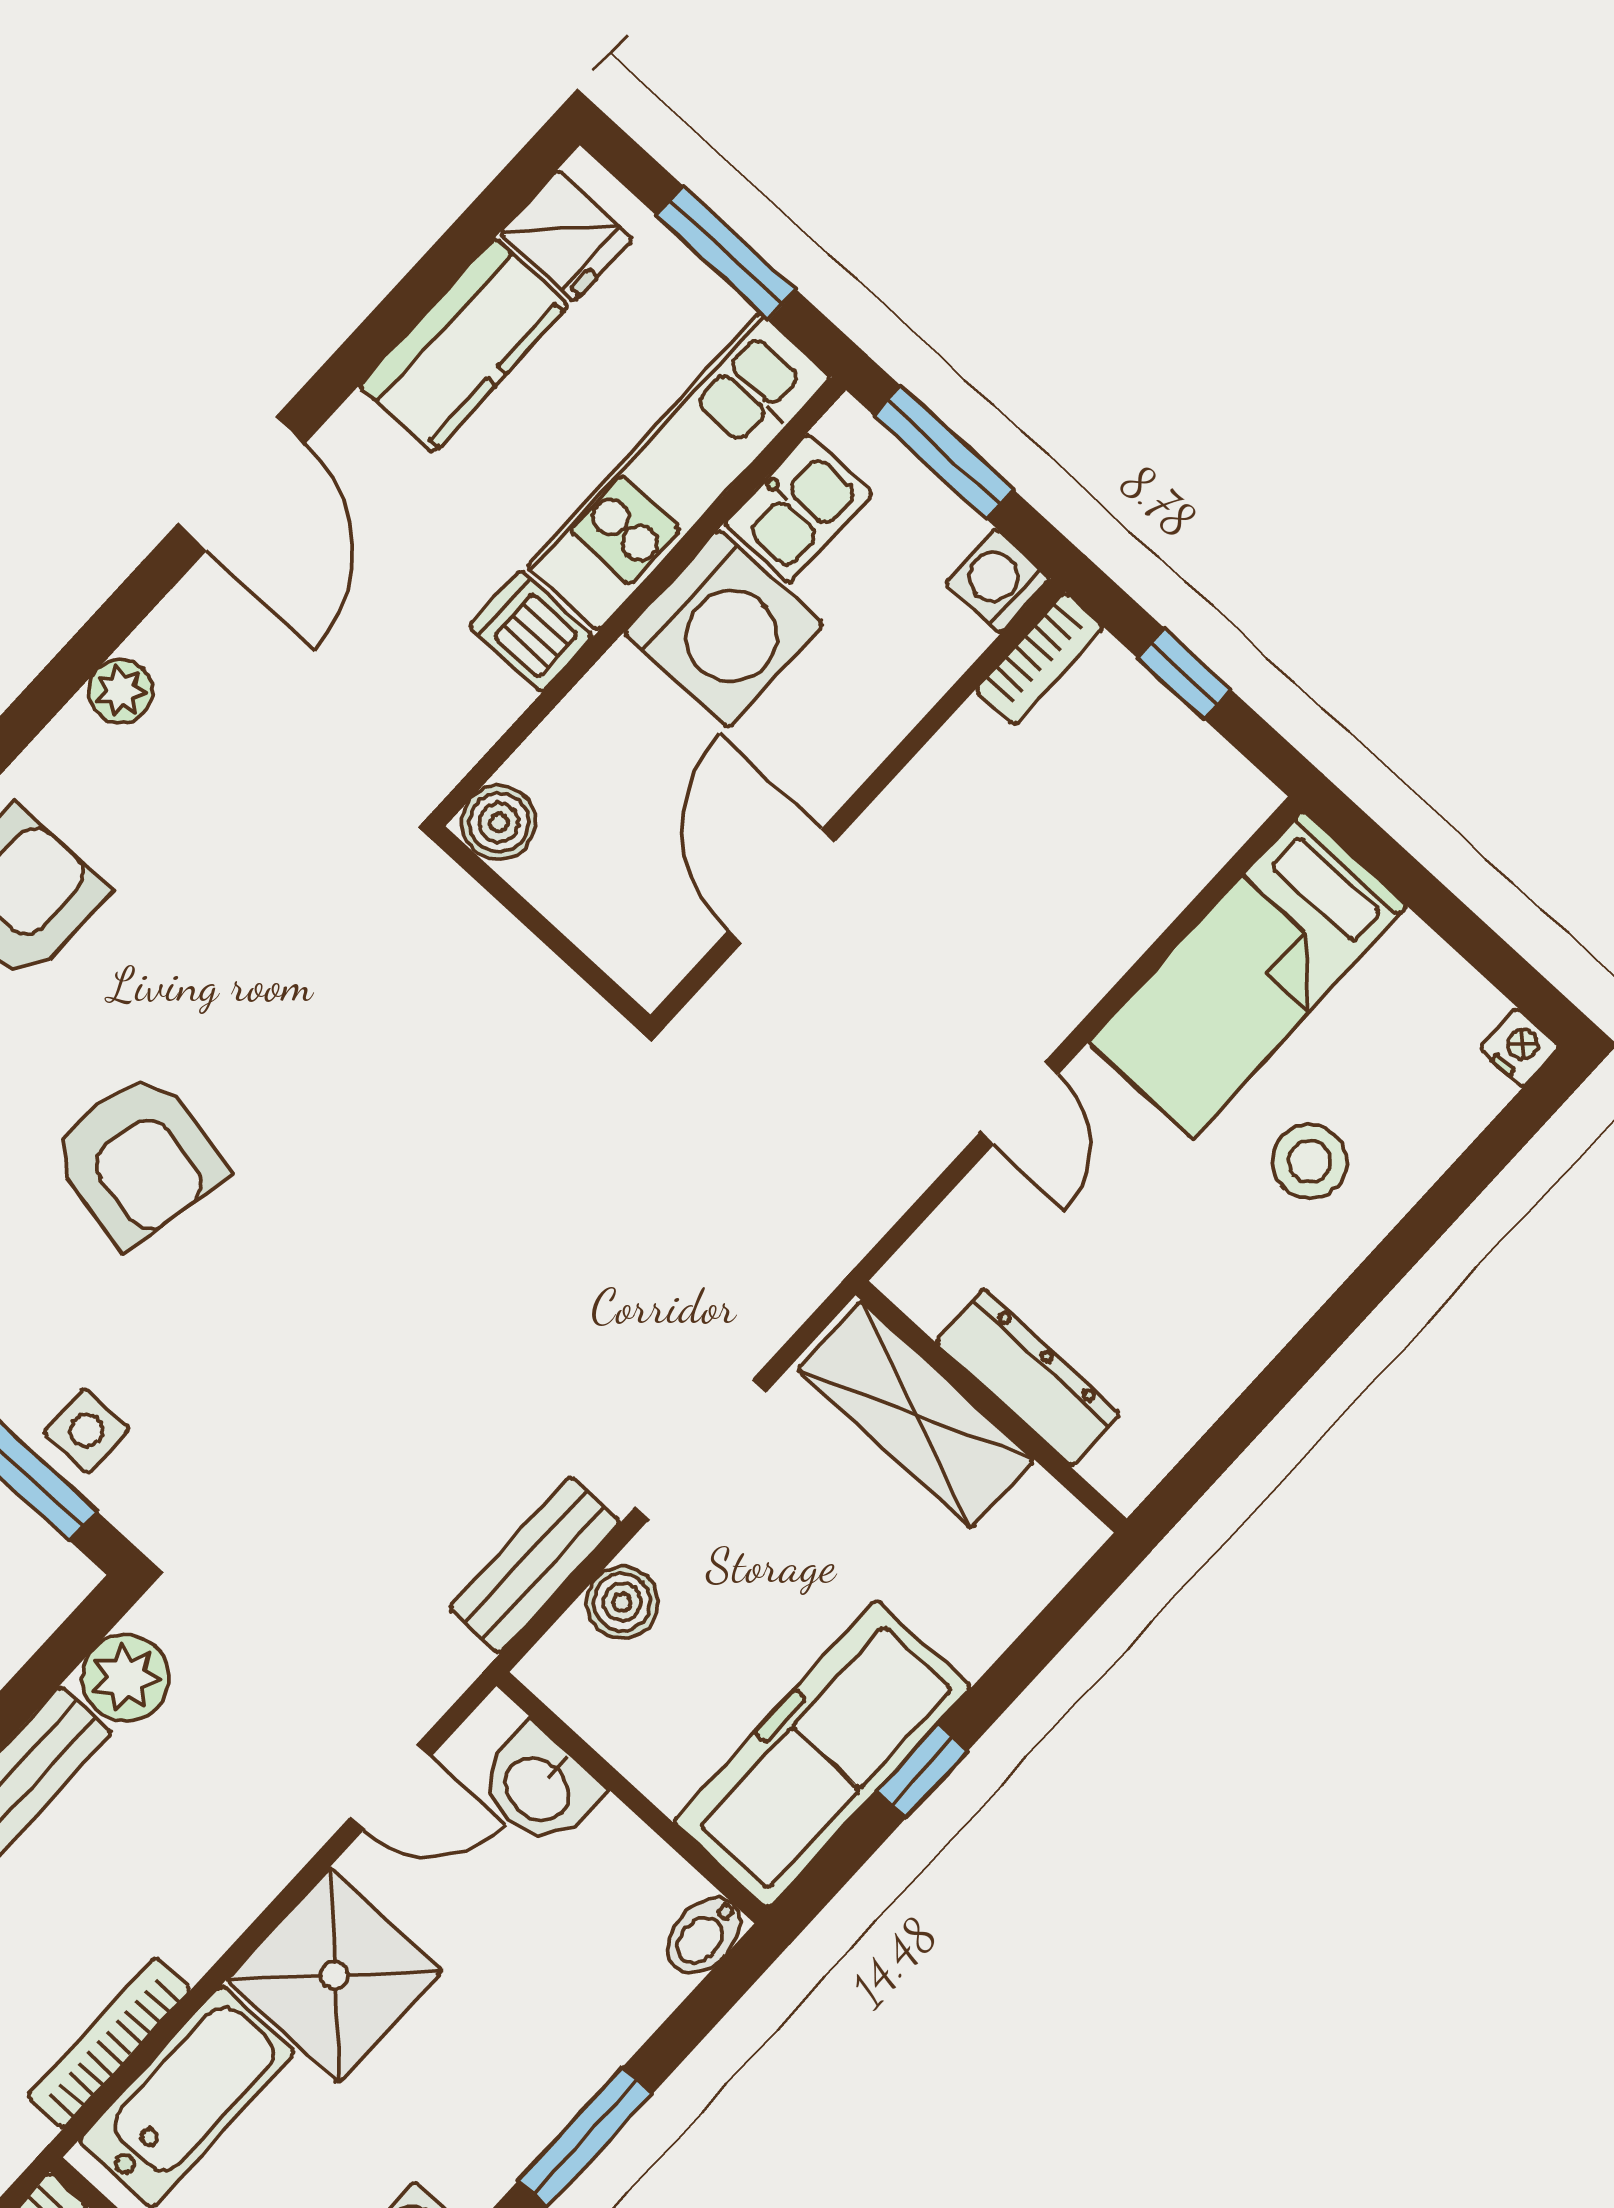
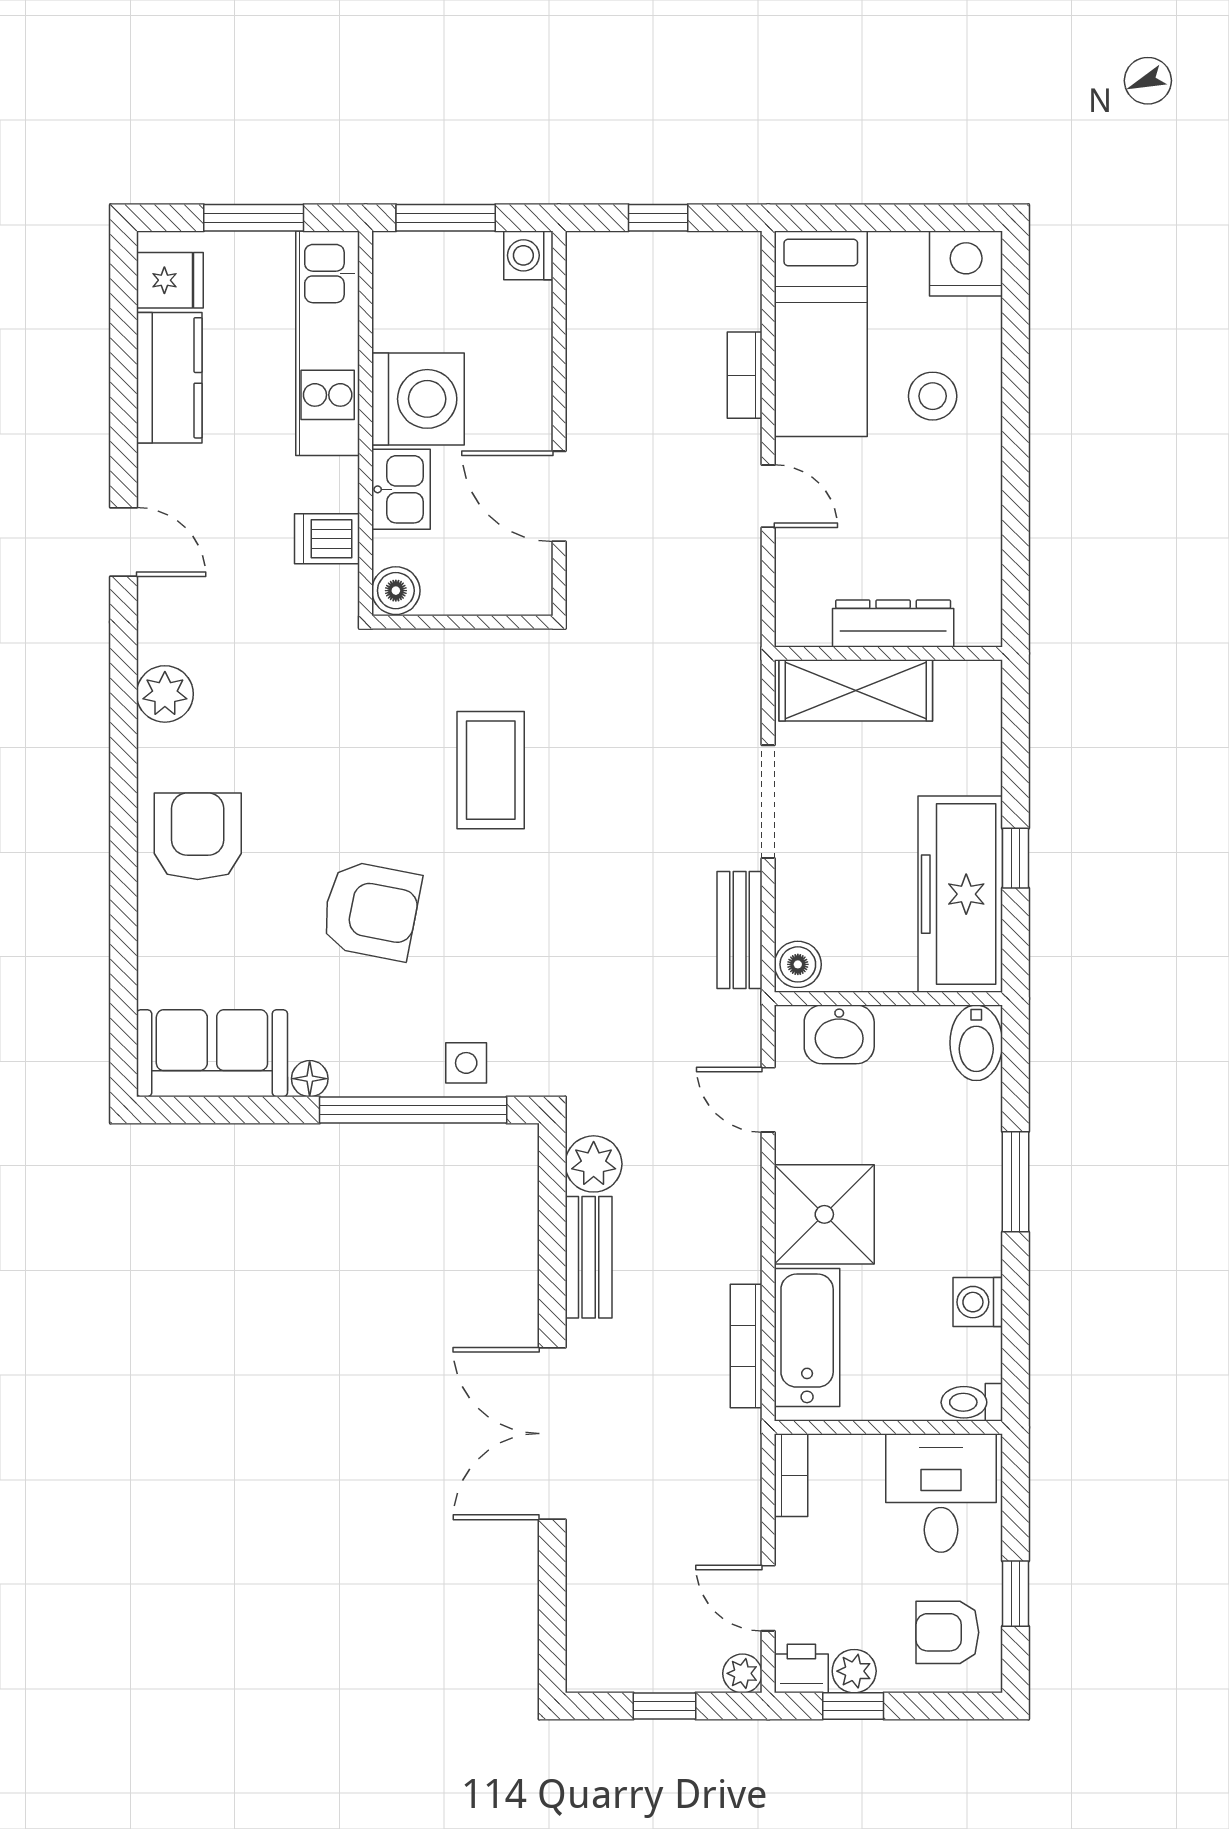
door: (241, 484) -> (123, 542), width x0.73
kitchen sink: (798, 508) -> (401, 489), moved
dishwasher: (531, 631) -> (327, 539), moved
bookcase: (1040, 659) -> (745, 375), moved, turned 180
plant: (121, 691) -> (165, 694), width x1.38, depth x1.38
nightstand: (1520, 1048) -> (966, 264), width x1.89, depth x1.79
coffee table: (419, 1125) -> (491, 770), added
boiler: (622, 1602) -> (798, 964), moved
door: (390, 1787) -> (768, 1100), swing flipped
bidet: (704, 1935) -> (976, 1043), width x1.38, depth x1.36

